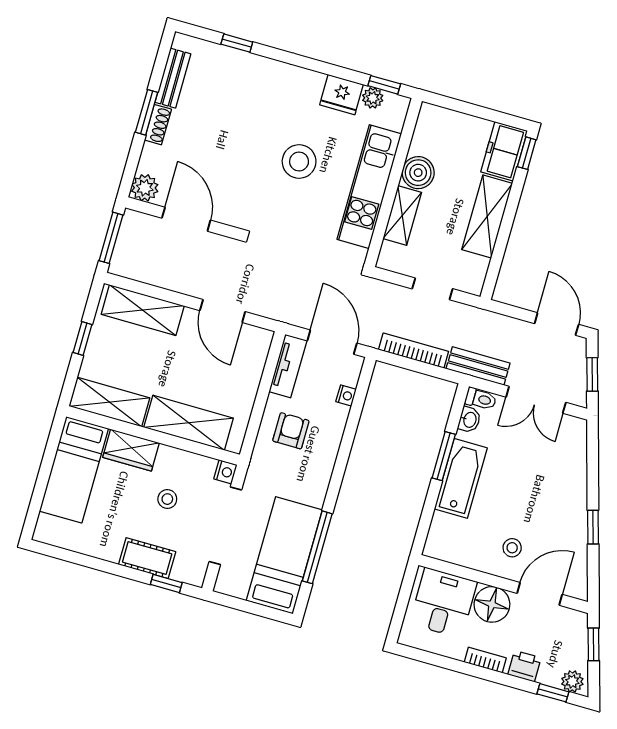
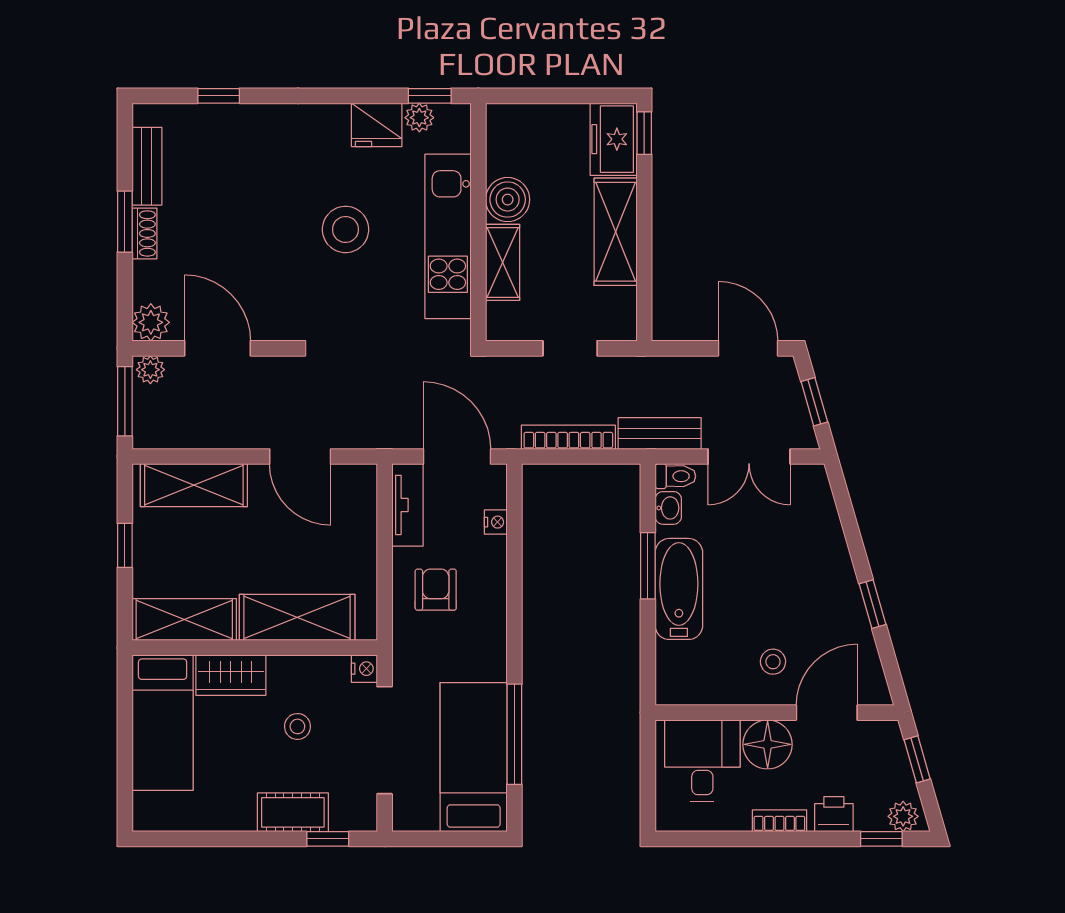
plant: (135, 221) -> (150, 370), added

